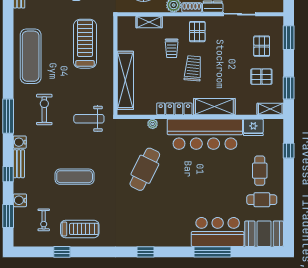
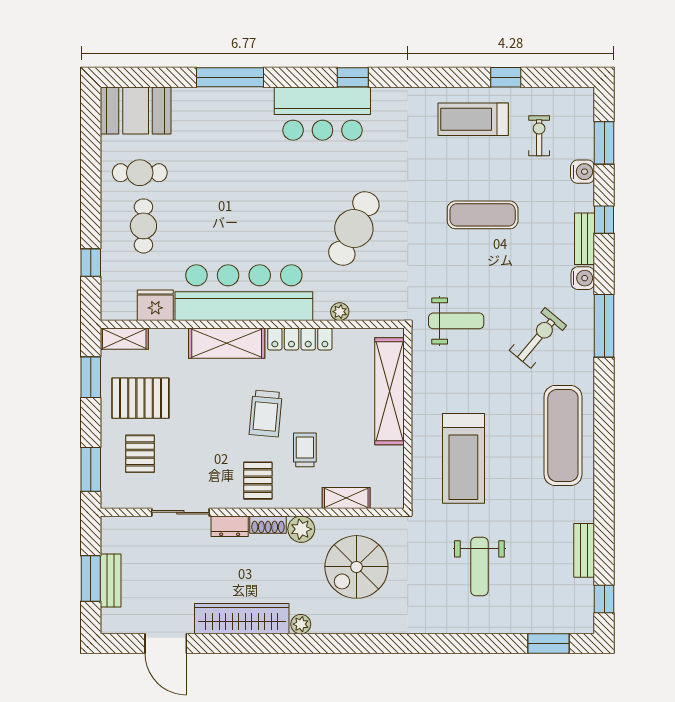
pallet: (261, 77) -> (140, 398), width x1.50, depth x1.42
exercise bike: (44, 109) -> (538, 338), turned -140
bar counter: (218, 232) -> (322, 114), moved

